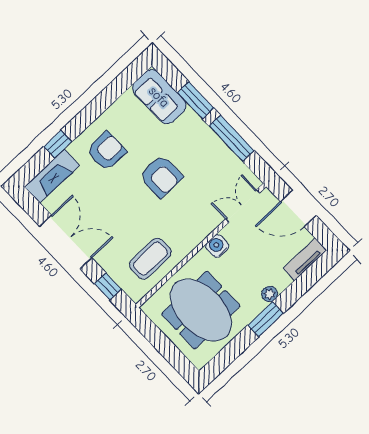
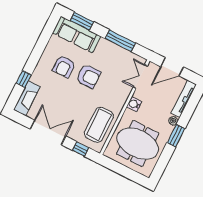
sofa: (159, 97) -> (77, 35), width x1.36
window: (196, 100) -> (82, 21), moved
armchair: (106, 151) -> (64, 66), moved, turned 180
coffee table: (150, 259) -> (99, 125), width x1.36, depth x1.32
tv unit: (305, 259) -> (184, 99), width x1.41

